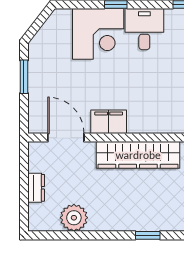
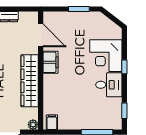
door: (66, 138) -> (41, 35), hinge flipped

